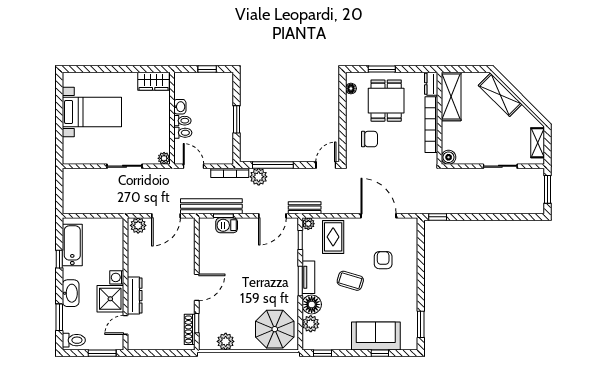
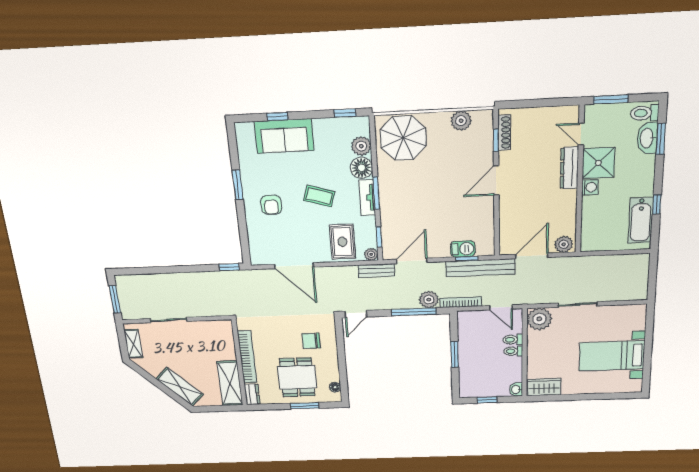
washbasin: (180, 107) -> (516, 389), moved
boiler: (449, 157) -> (225, 327), removed
plant: (164, 158) -> (539, 319), width x1.88, depth x1.88
armchair: (383, 260) -> (271, 205), moved
washbasin: (71, 293) -> (647, 138), moved
window: (421, 324) -> (238, 185), moved
door: (126, 325) -> (581, 134), swing flipped

